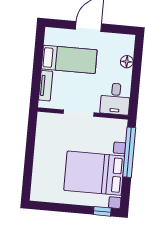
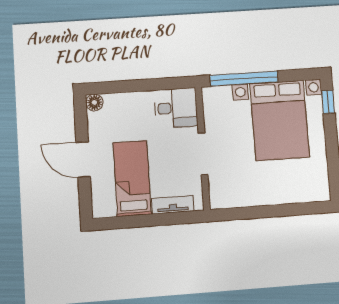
floor lamp: (127, 62) -> (94, 102), moved

